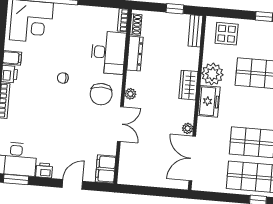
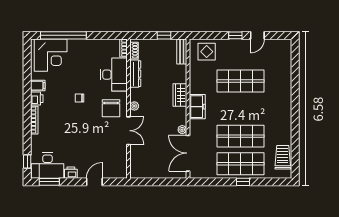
plant: (212, 74) -> (198, 85), removed
filing cabinet: (106, 169) -> (120, 167), removed

